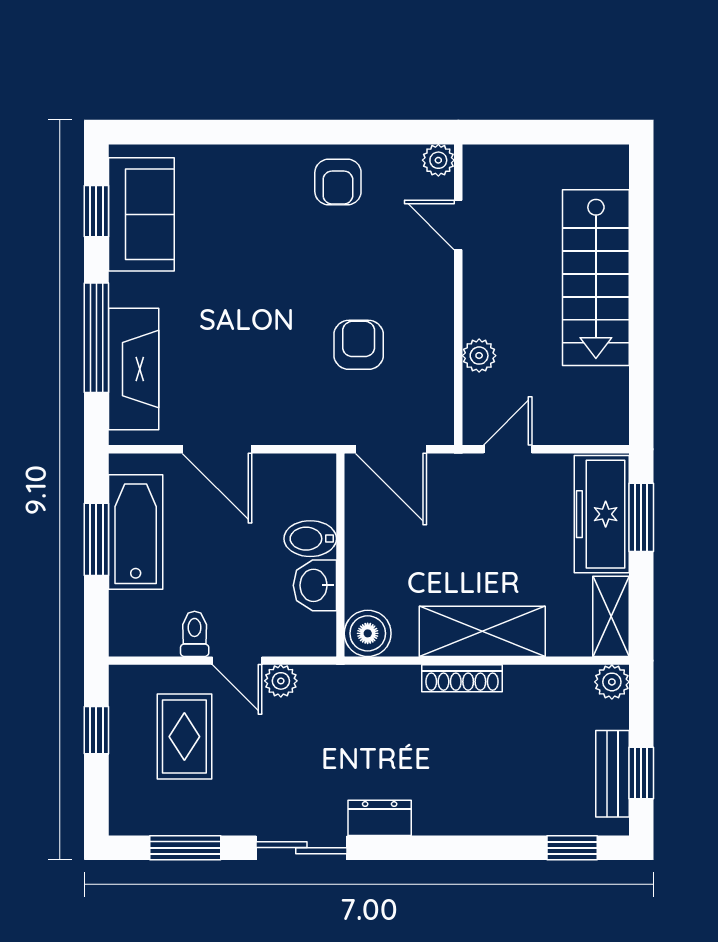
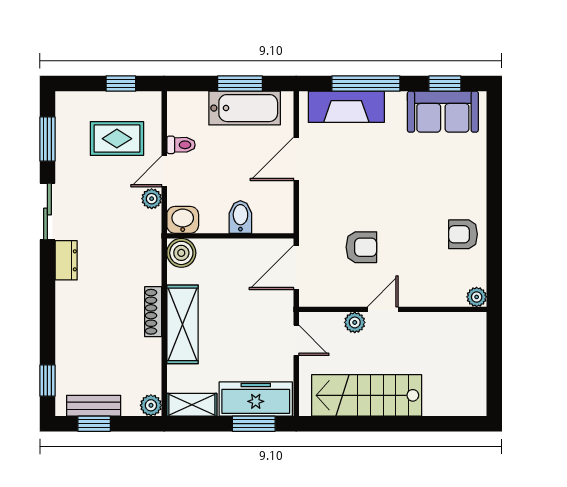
door: (458, 225) -> (383, 309), moved
stairs: (596, 278) -> (367, 395), moved
washbasin: (315, 585) -> (183, 220), moved

